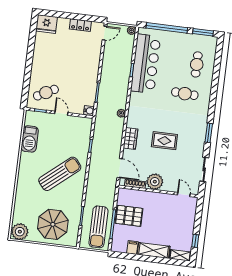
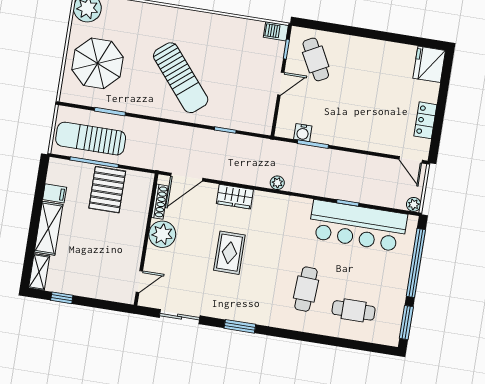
water cooler: (89, 111) -> (303, 133), moved
barbecue: (30, 139) -> (276, 31), moved, width x0.53, depth x0.65

